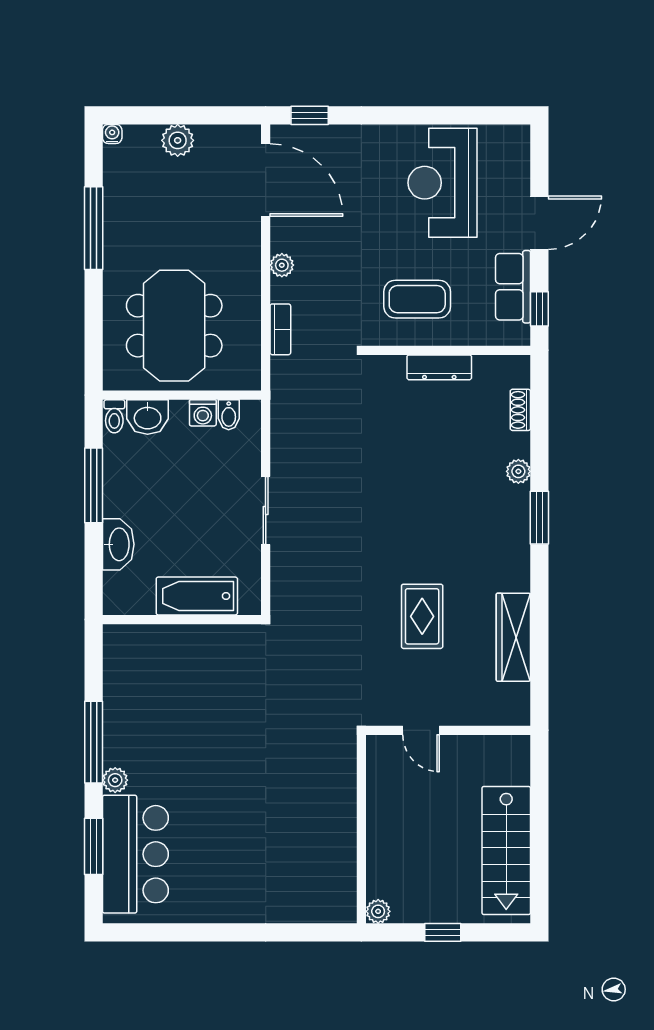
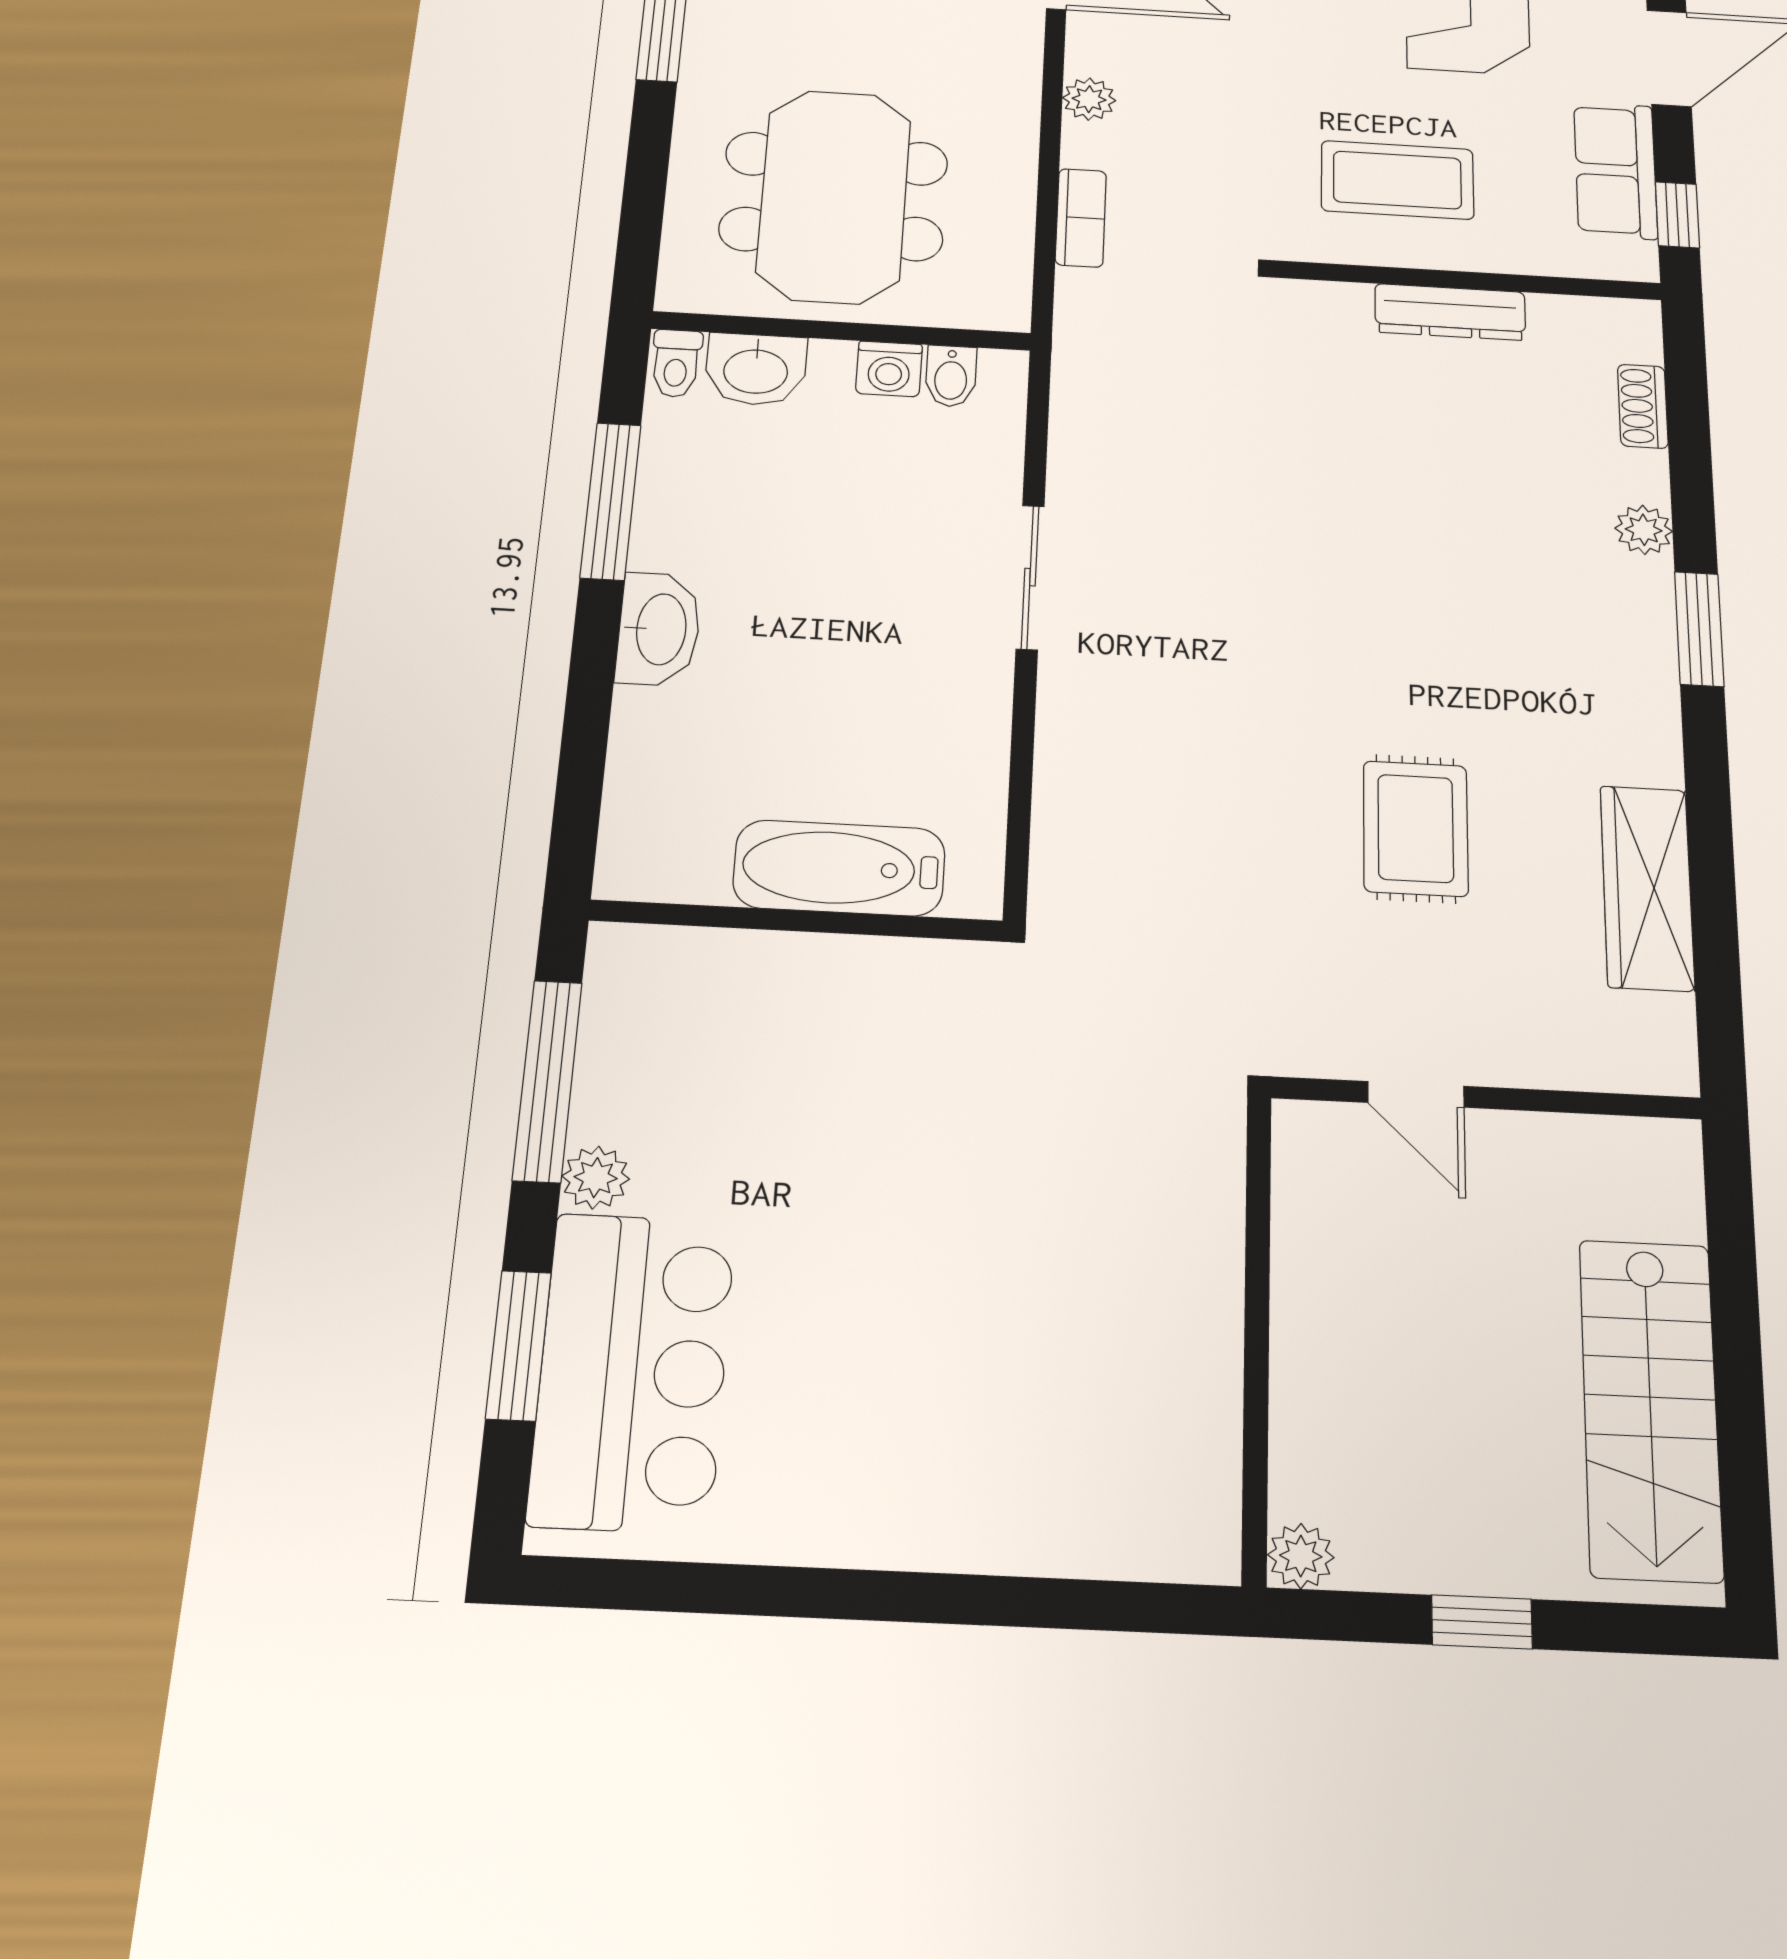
bathtub: (197, 596) -> (839, 868), moved
wall: (182, 620) -> (796, 921), moved

